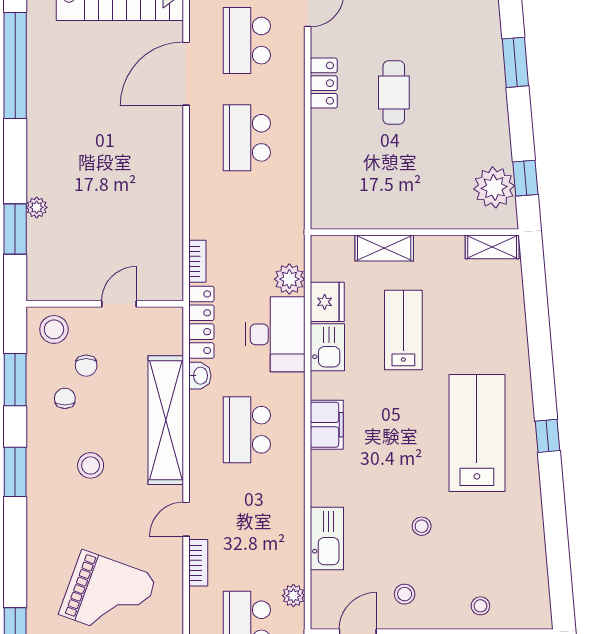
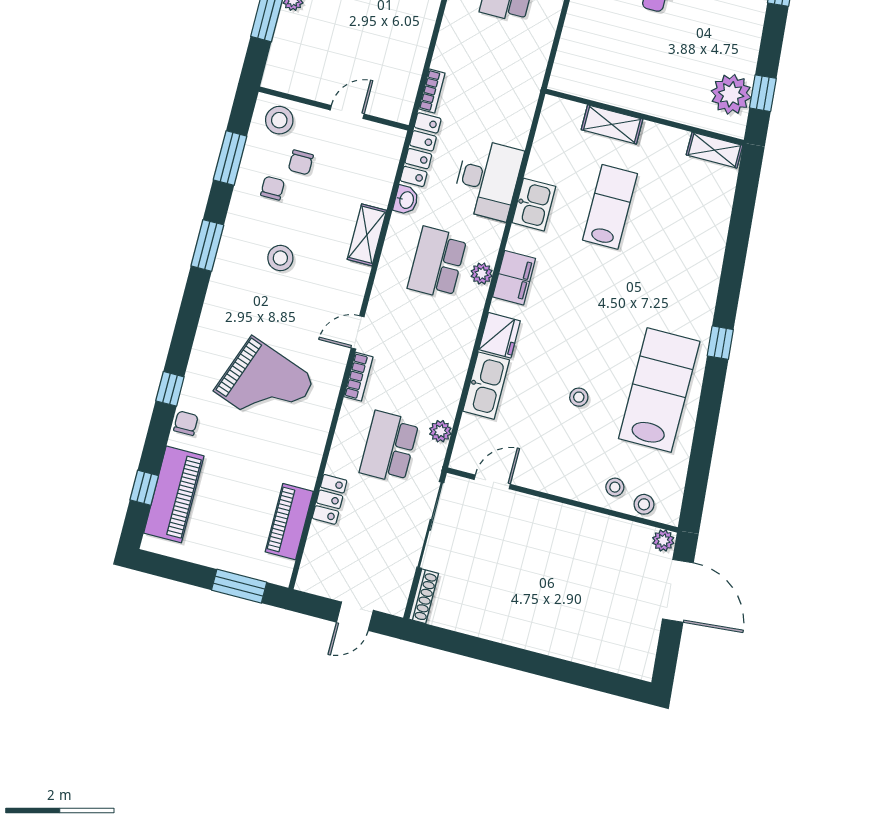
plant: (289, 279) -> (482, 274), moved, width x0.73, depth x0.73
fridge: (327, 302) -> (500, 335), moved
shelving: (166, 420) -> (367, 235), width x0.45, depth x0.75
lab bench: (477, 433) -> (659, 390), moved
stool: (405, 594) -> (644, 504), moved

